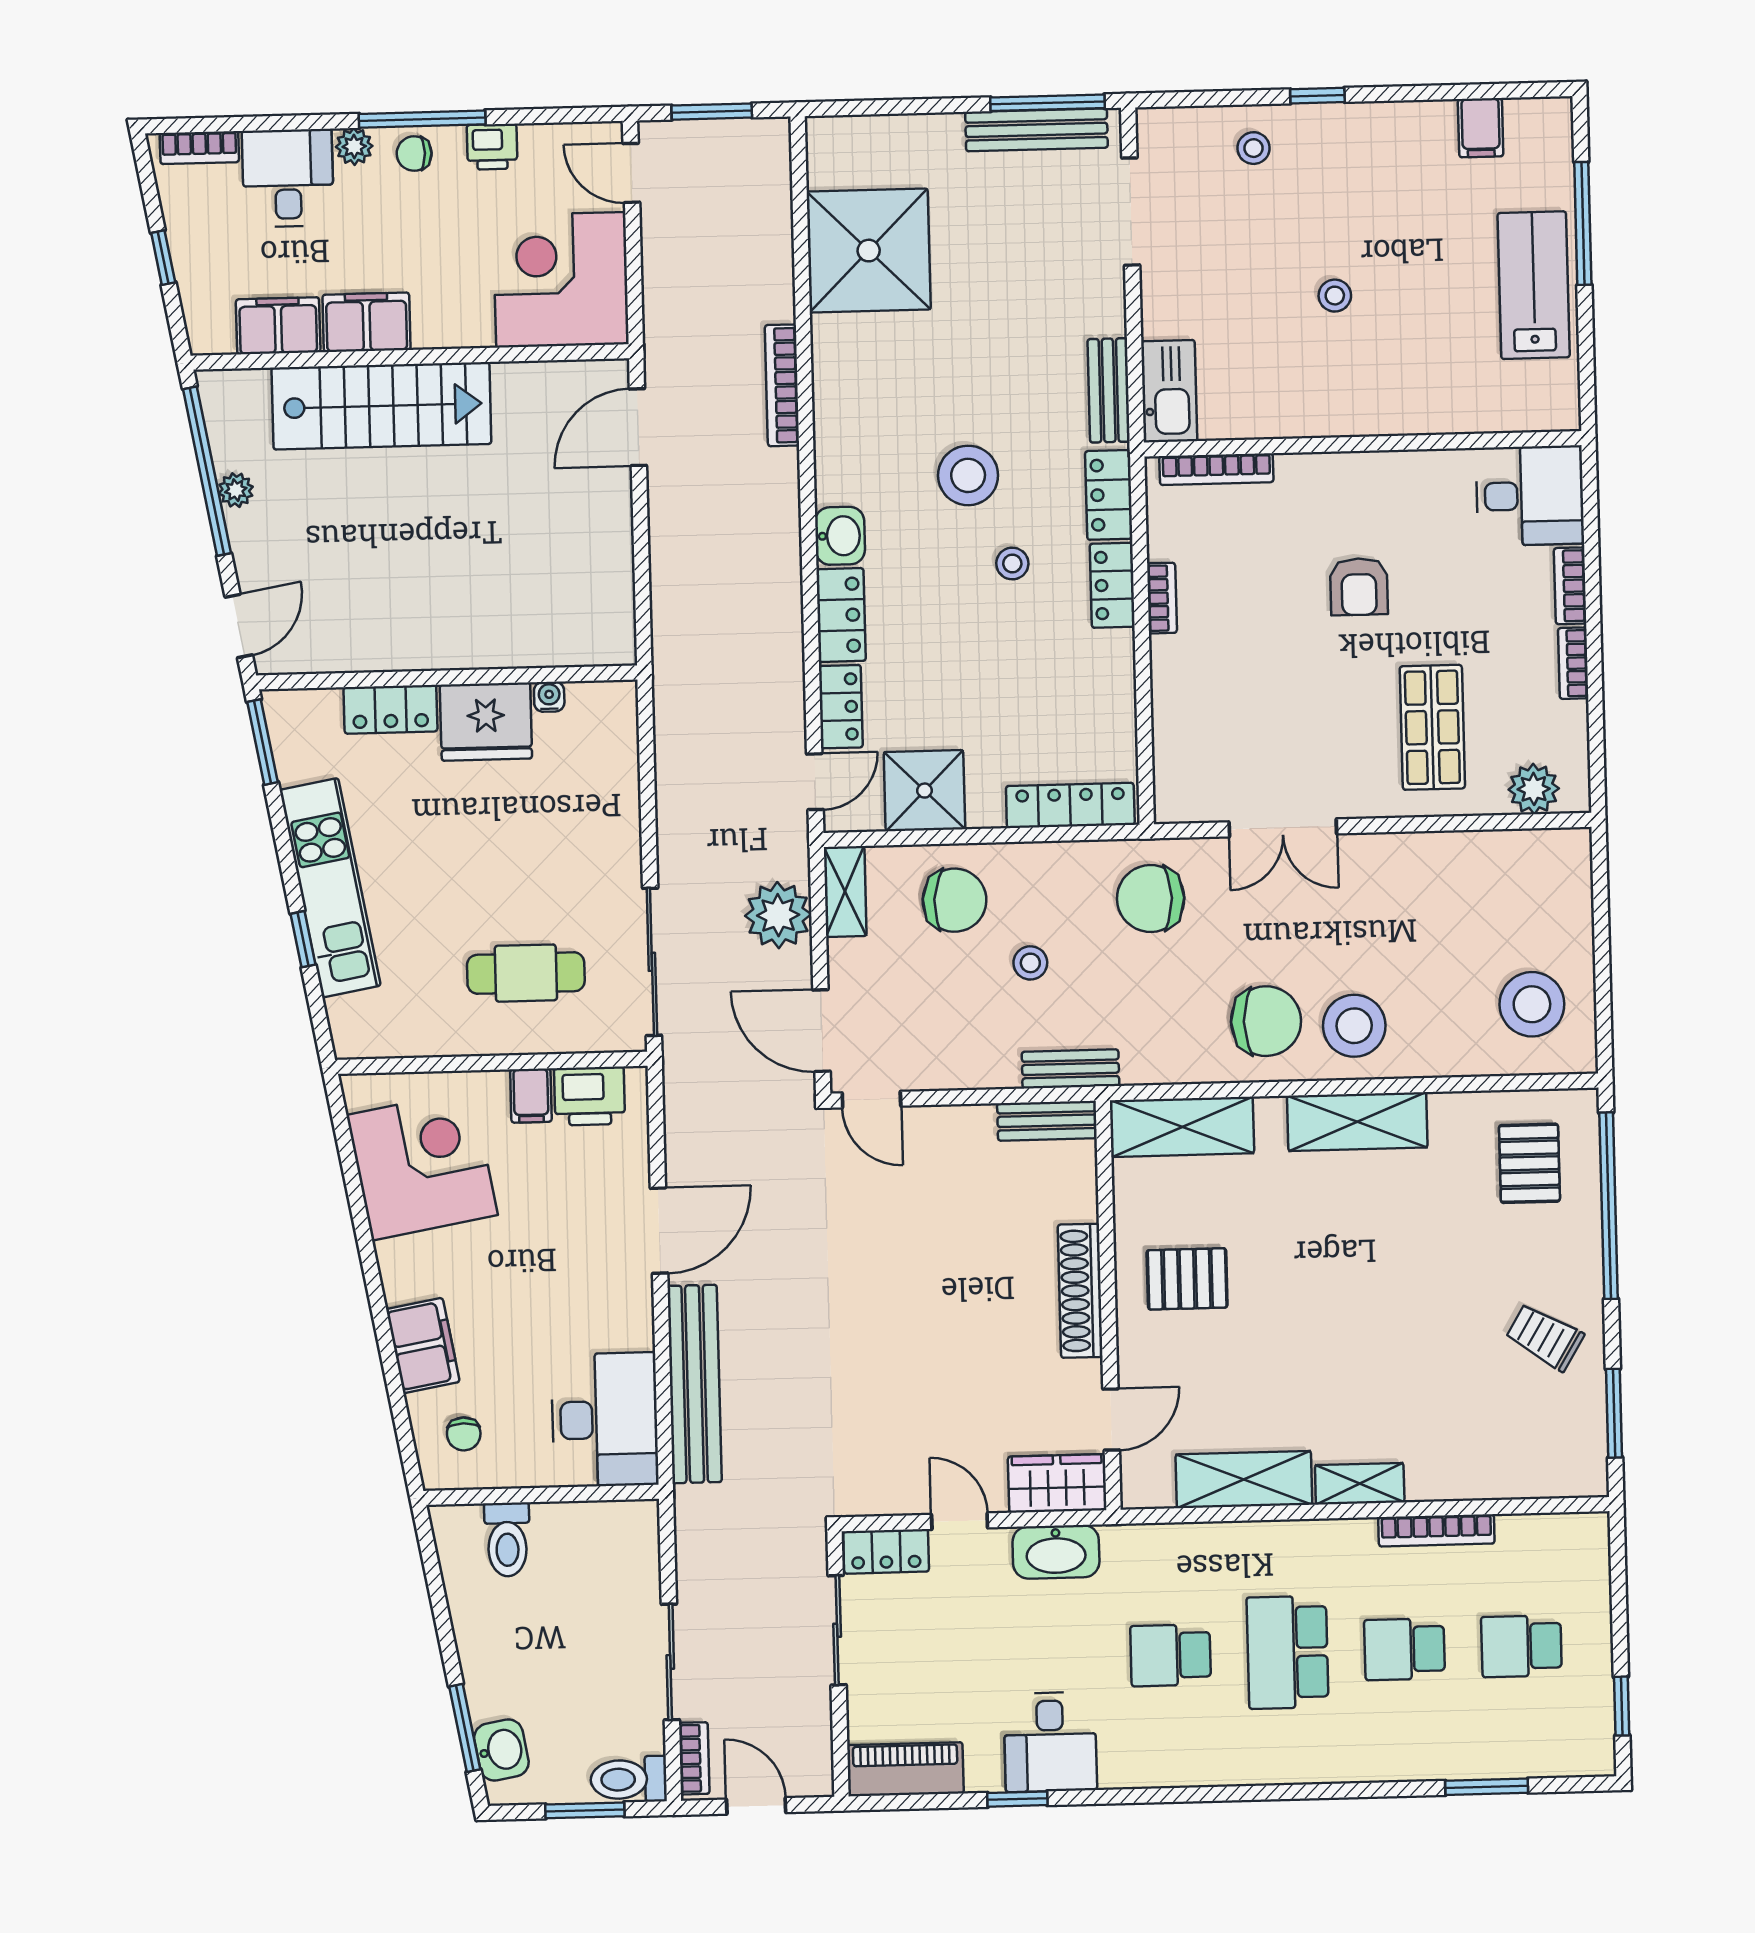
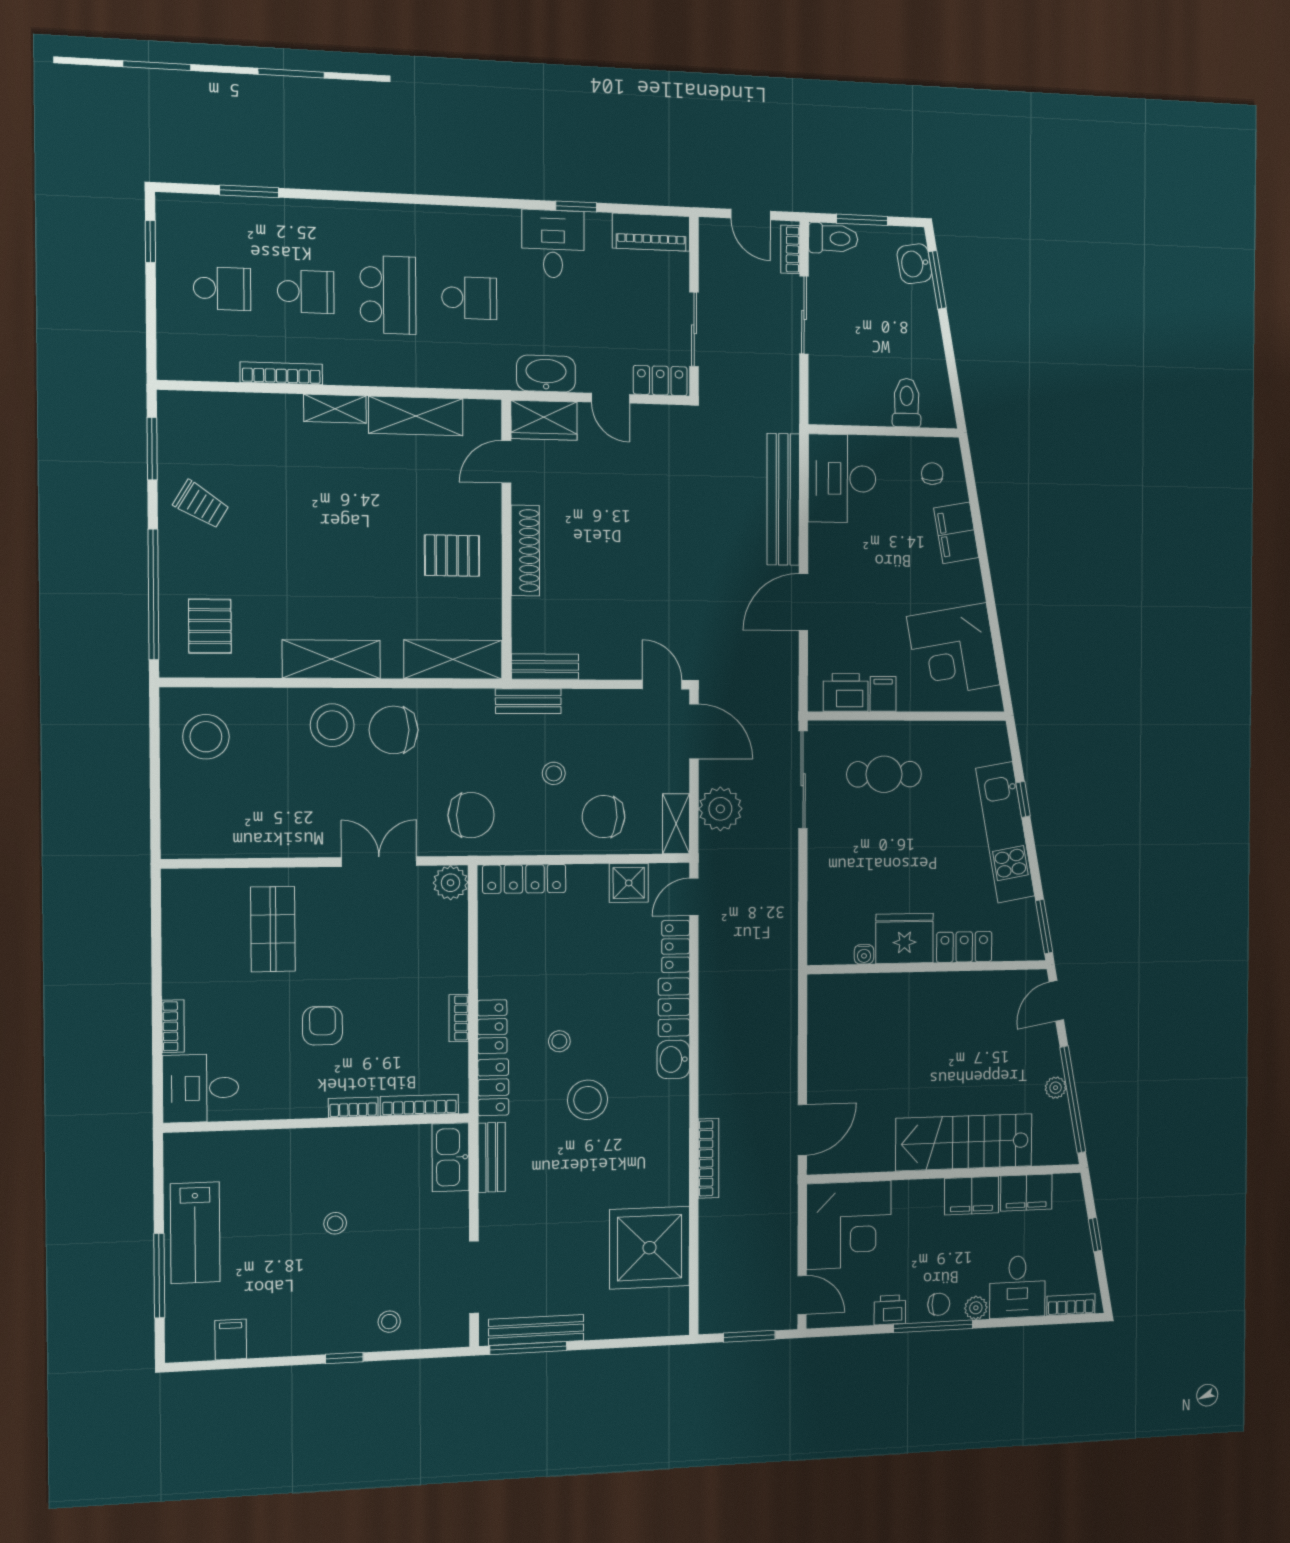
bookcase: (1573, 663) -> (353, 1107), moved, turned -90
plant: (1534, 789) -> (451, 883), moved
shower: (924, 791) -> (629, 883), width x0.73, depth x0.73

